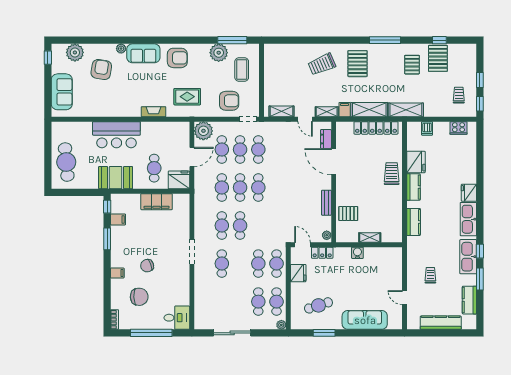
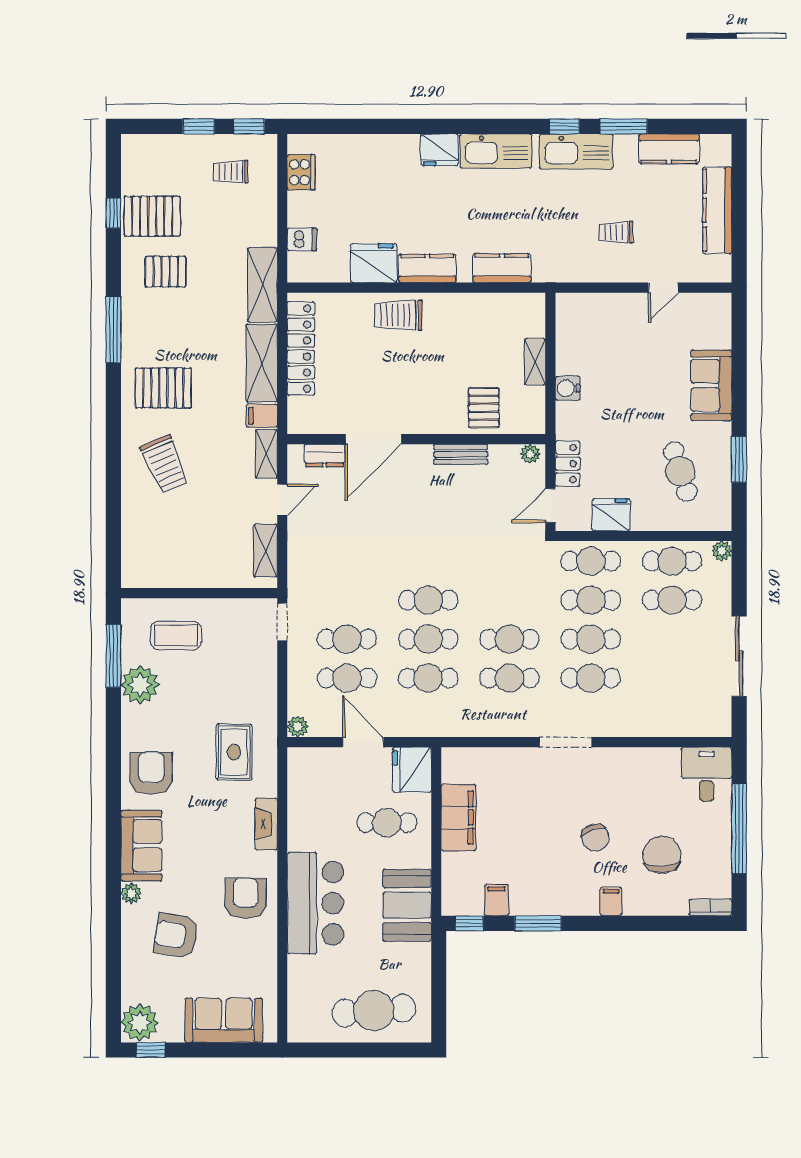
plant: (75, 52) -> (140, 1022), moved
armchair: (229, 101) -> (246, 898), moved
plant: (203, 131) -> (298, 727), width x0.53, depth x0.53
cafe table: (258, 149) -> (591, 639), moved
sofa: (365, 320) -> (711, 385), width x0.73

